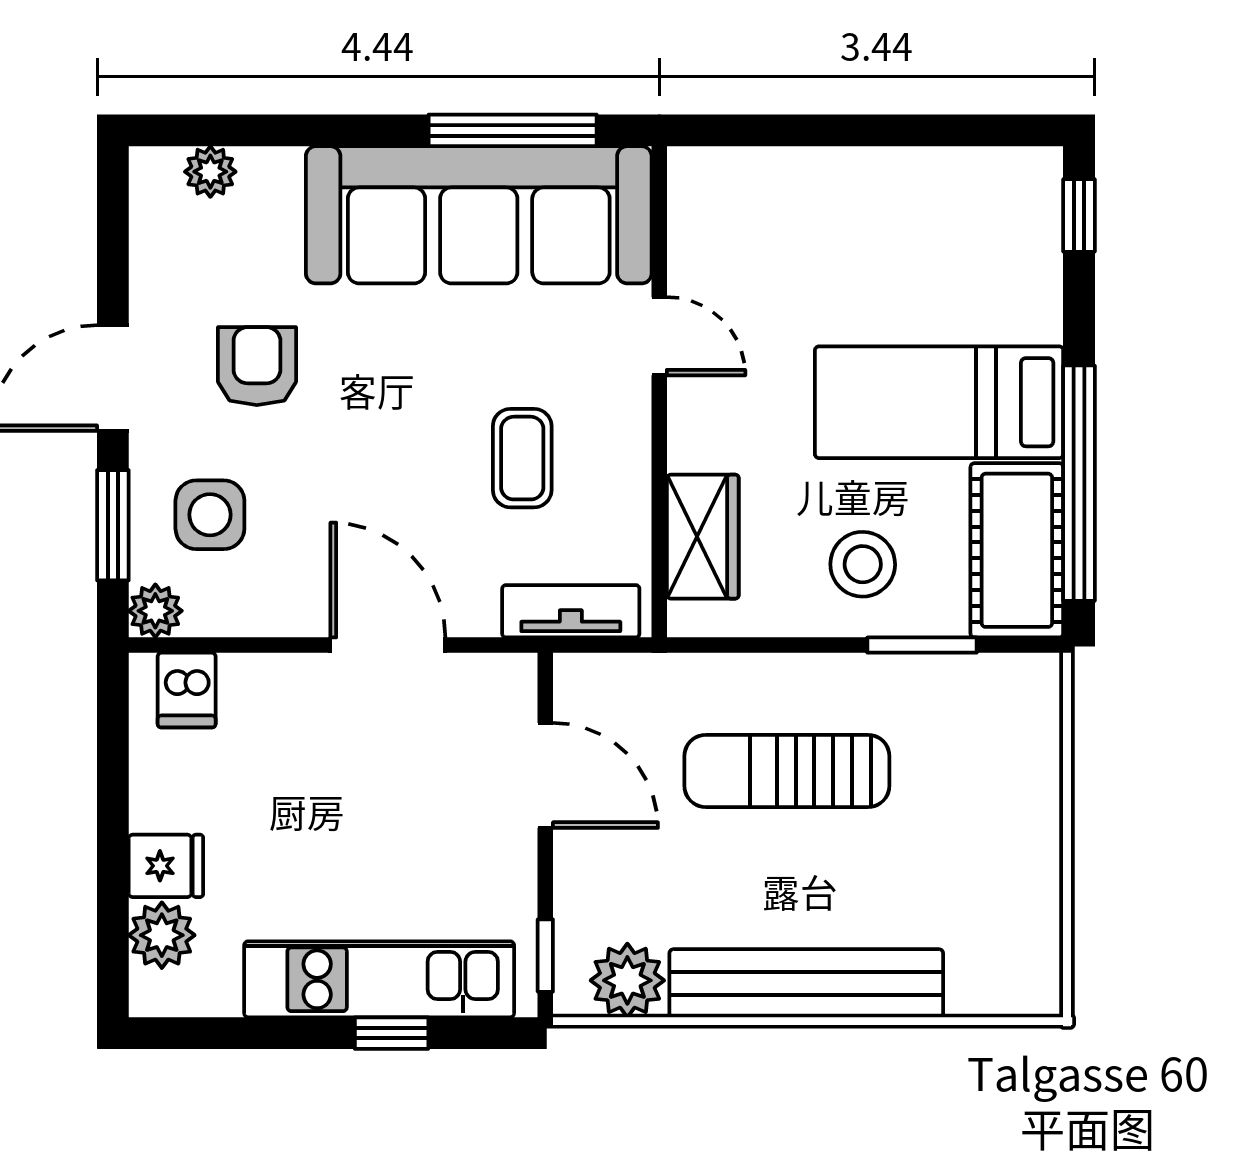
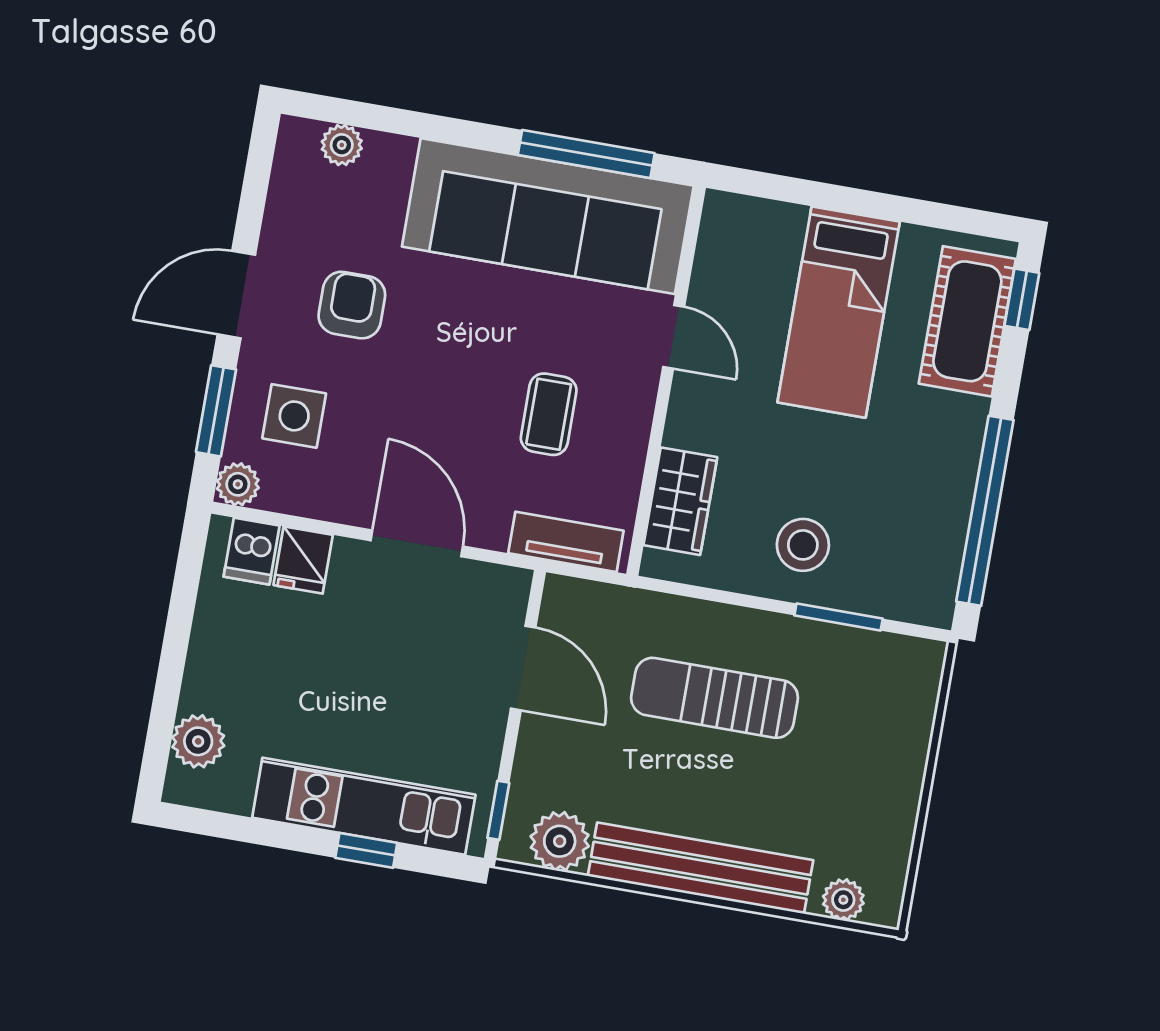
bed: (939, 402) -> (839, 312), moved, turned -90
cot: (1017, 550) -> (967, 321), moved
fridge: (166, 866) -> (303, 560), moved, turned 90
plant: (988, 991) -> (843, 900), added

